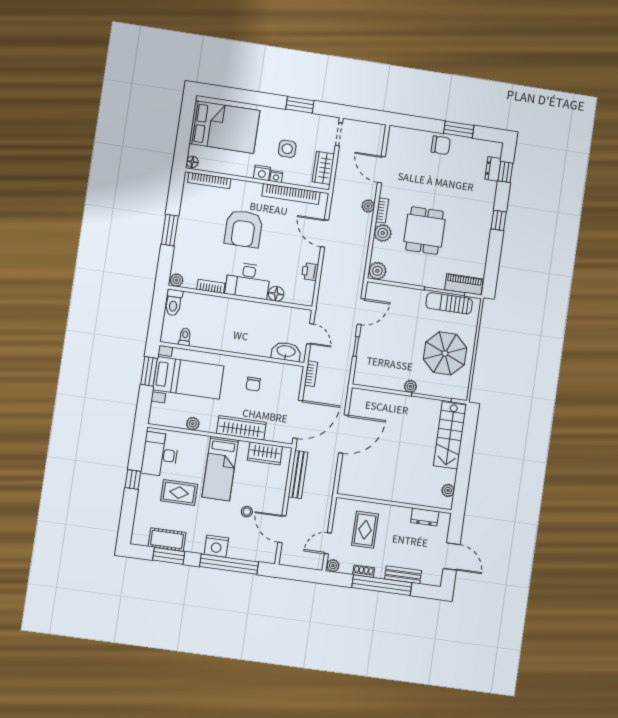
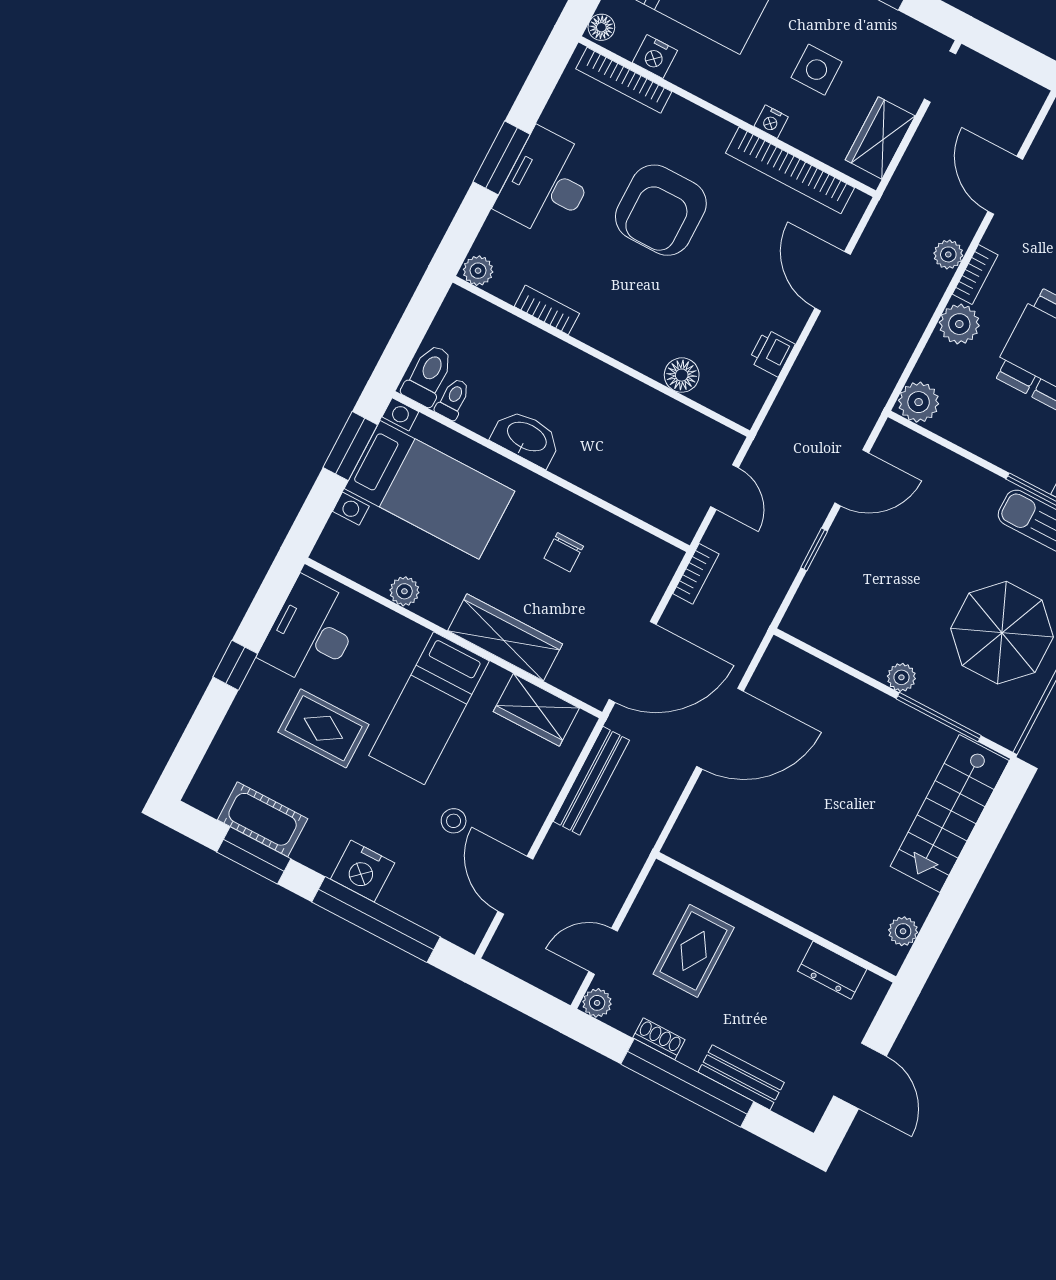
nightstand: (262, 173) -> (655, 56), moved
desk: (248, 281) -> (547, 184), moved, turned 90
toilet: (174, 303) -> (428, 375), moved, turned 180
washbasin: (286, 352) -> (526, 438), moved

